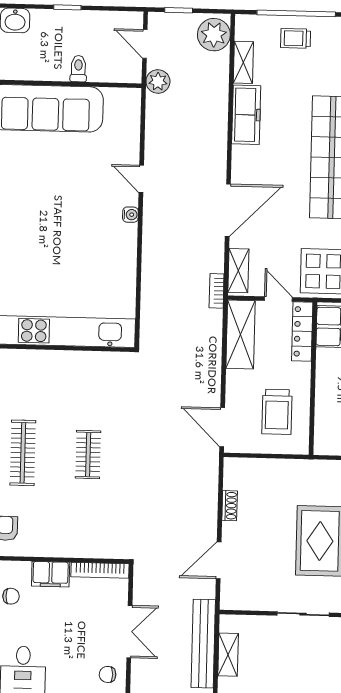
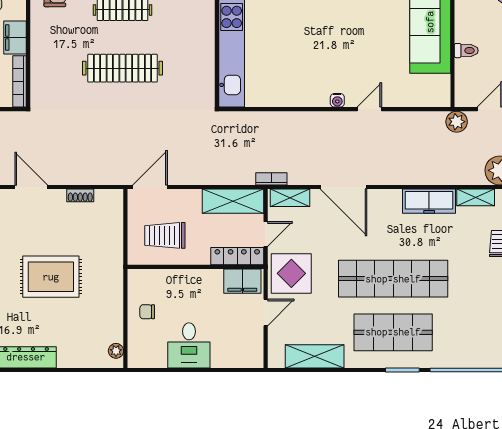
clothes rail: (88, 455) -> (122, 68), width x1.86, depth x1.31

